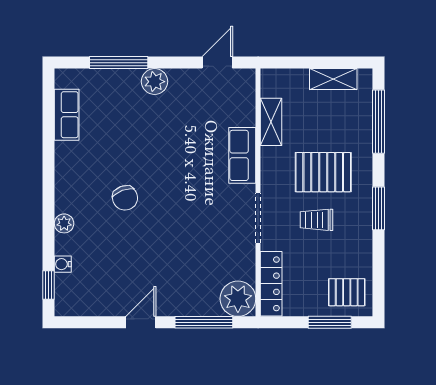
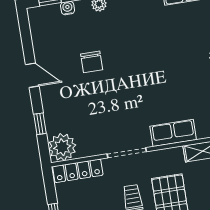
chair: (125, 198) -> (92, 62), moved, turned -70
window: (204, 322) -> (40, 124), width x0.46

